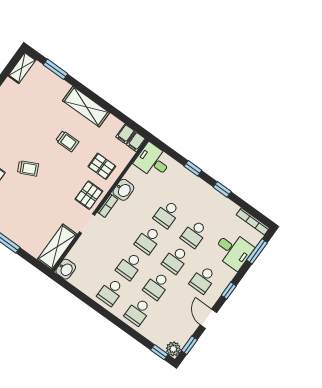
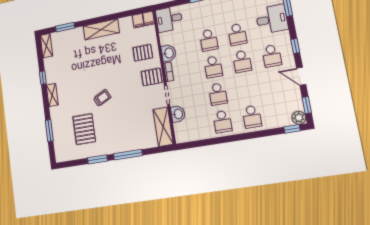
trolley: (67, 141) -> (109, 59), removed
pallet: (89, 195) -> (152, 77), turned 90
washbasin: (66, 269) -> (178, 114), moved
school desk: (157, 286) -> (247, 89), removed

